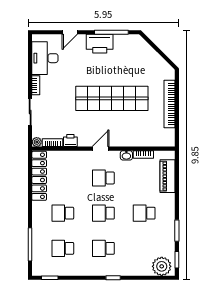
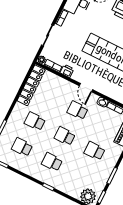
door: (100, 149) -> (86, 88), swing flipped

